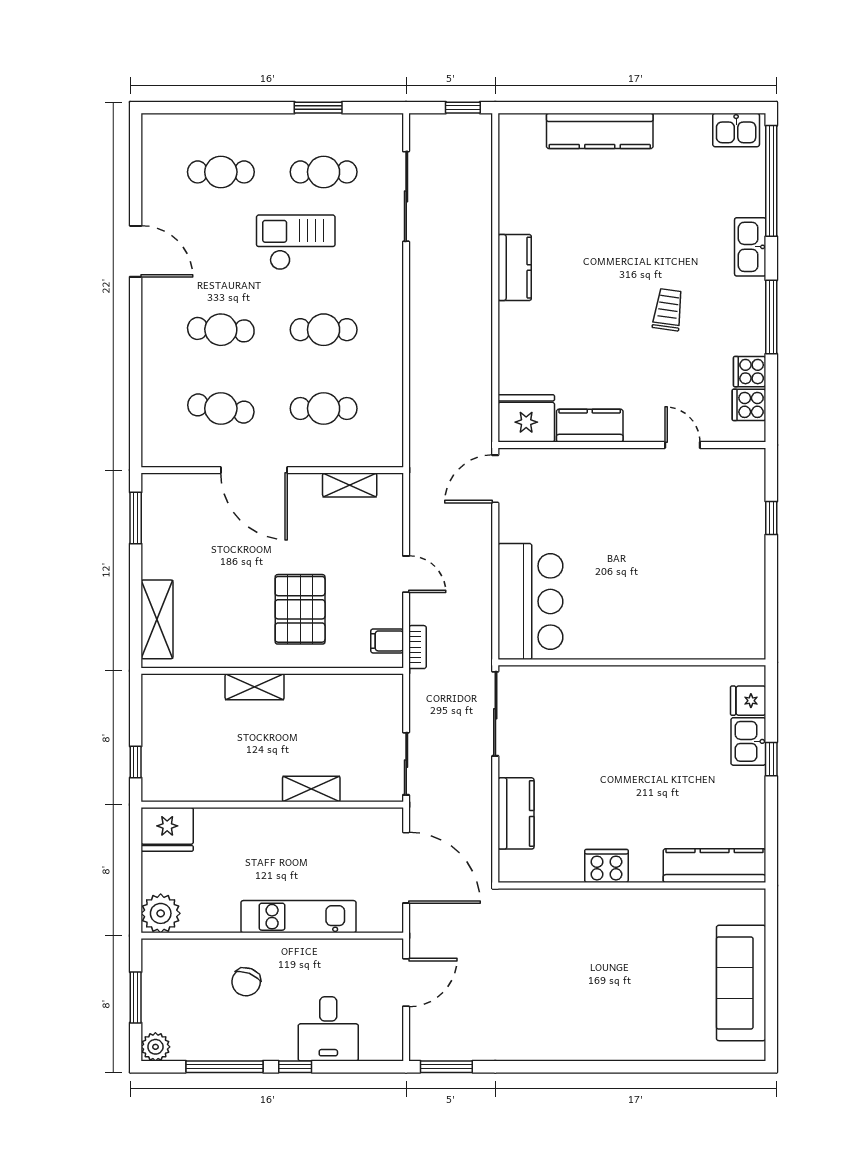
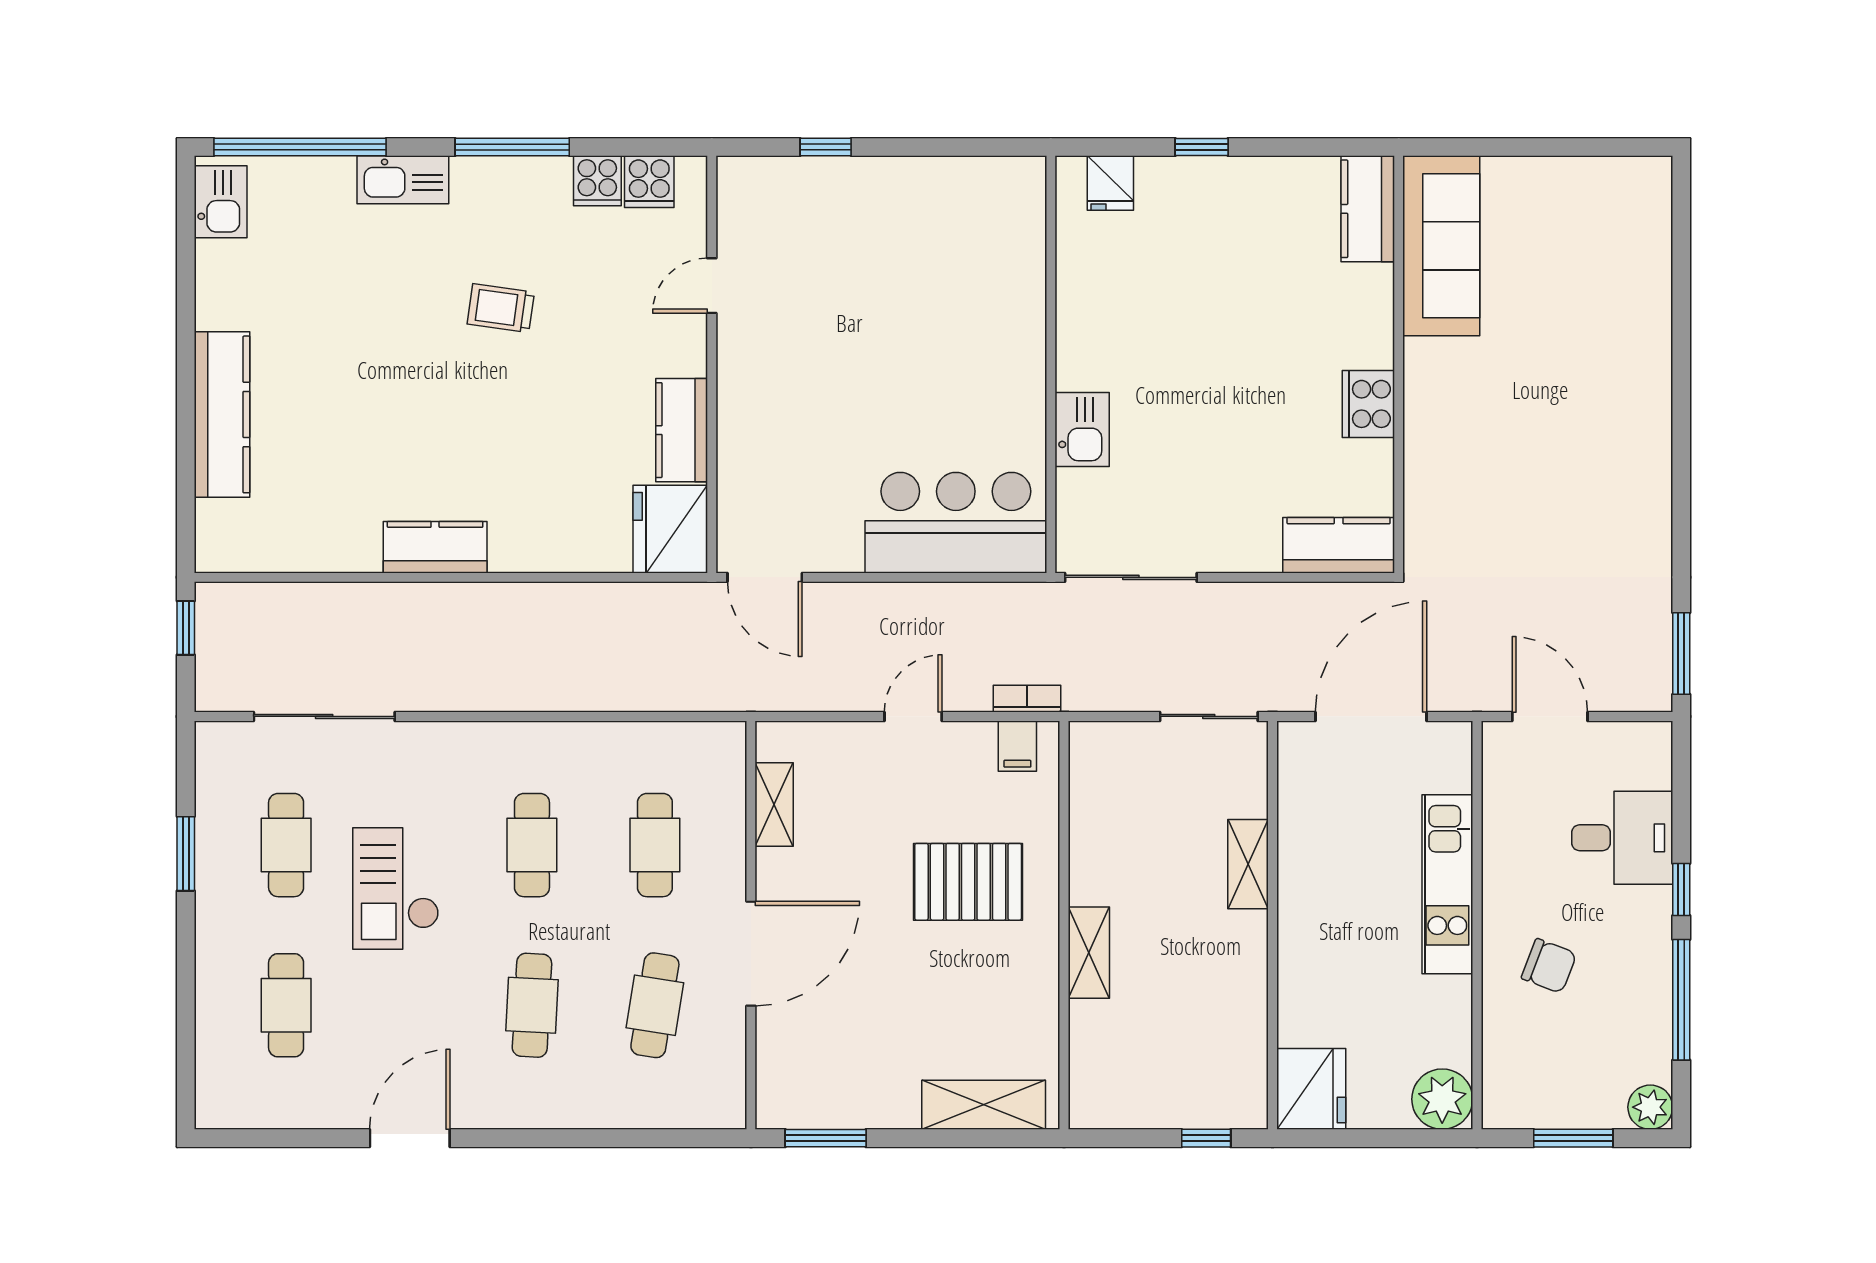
kitchen sink: (748, 741) -> (1082, 430), moved, turned -90
kitchen counter: (516, 813) -> (1339, 545), moved
kitchen counter: (715, 866) -> (1368, 209), width x0.67
sofa: (741, 983) -> (1441, 246), moved, turned -90

